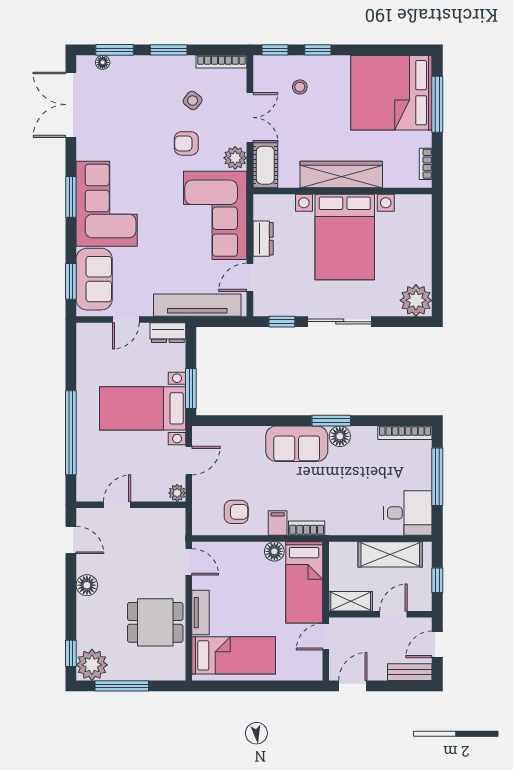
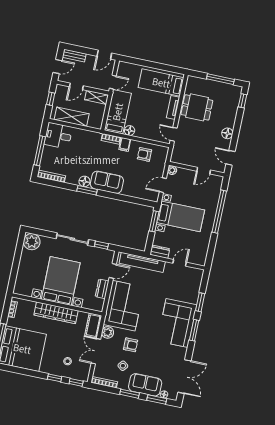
sofa: (94, 279) -> (145, 385), moved, turned 90
window: (71, 281) -> (200, 302), moved
plant: (92, 665) -> (233, 93), removed

